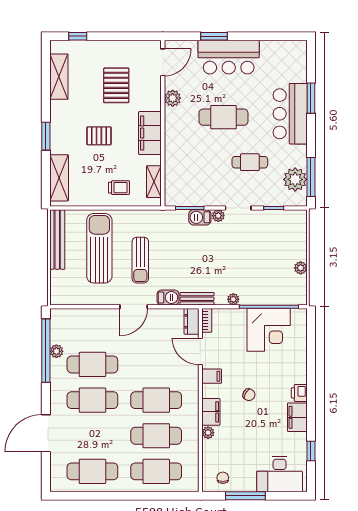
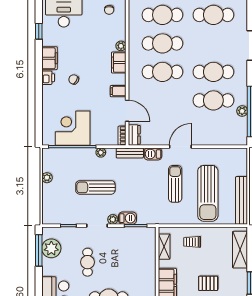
cafe table: (250, 162) -> (87, 262), turned 90
sun lounger: (240, 256) -> (95, 187), added
chair: (249, 395) -> (74, 79), moved

